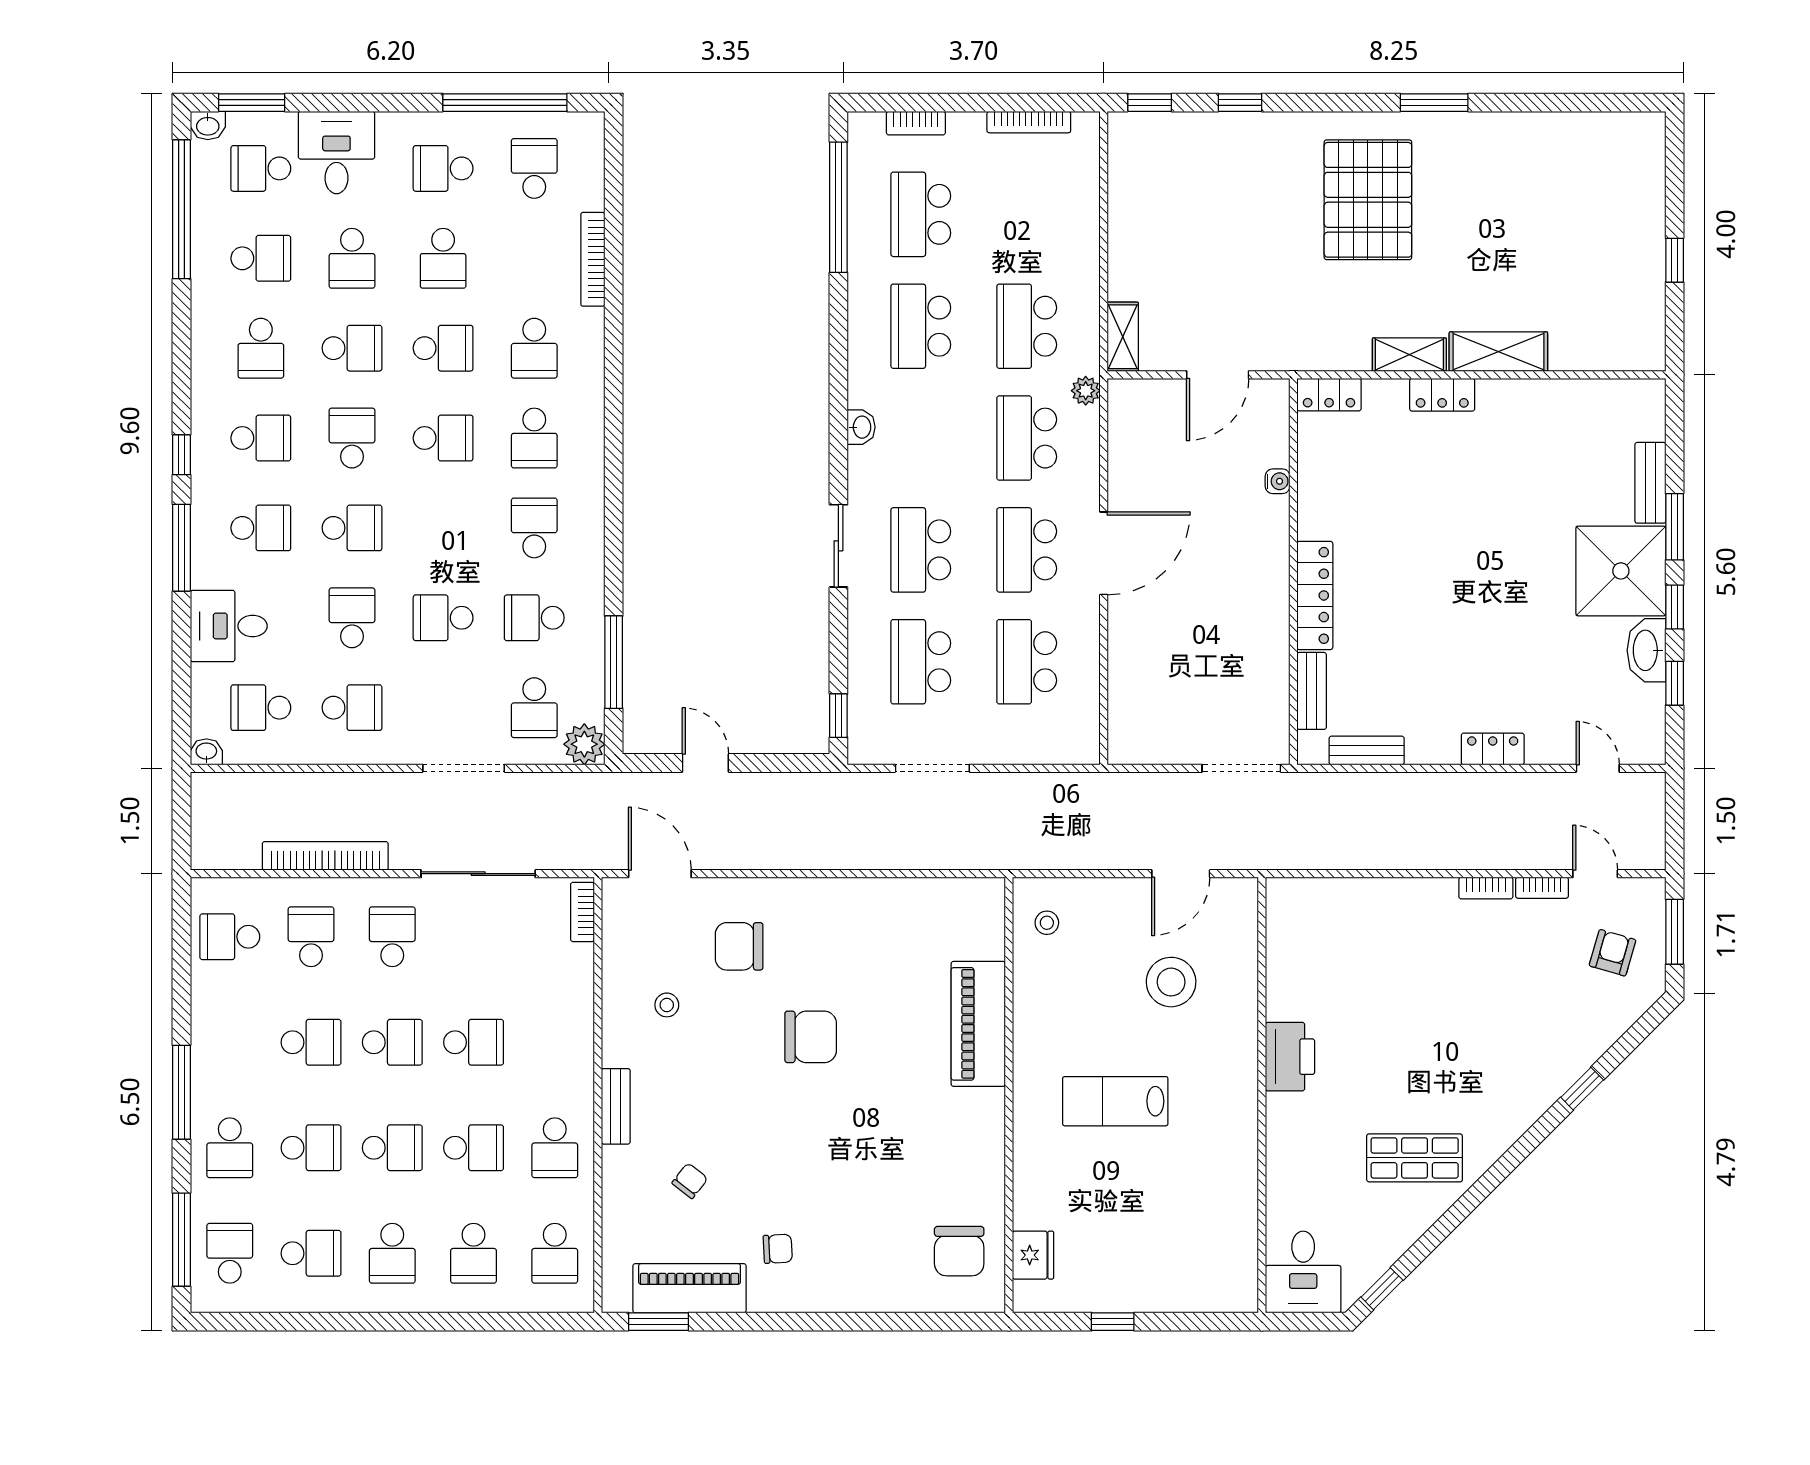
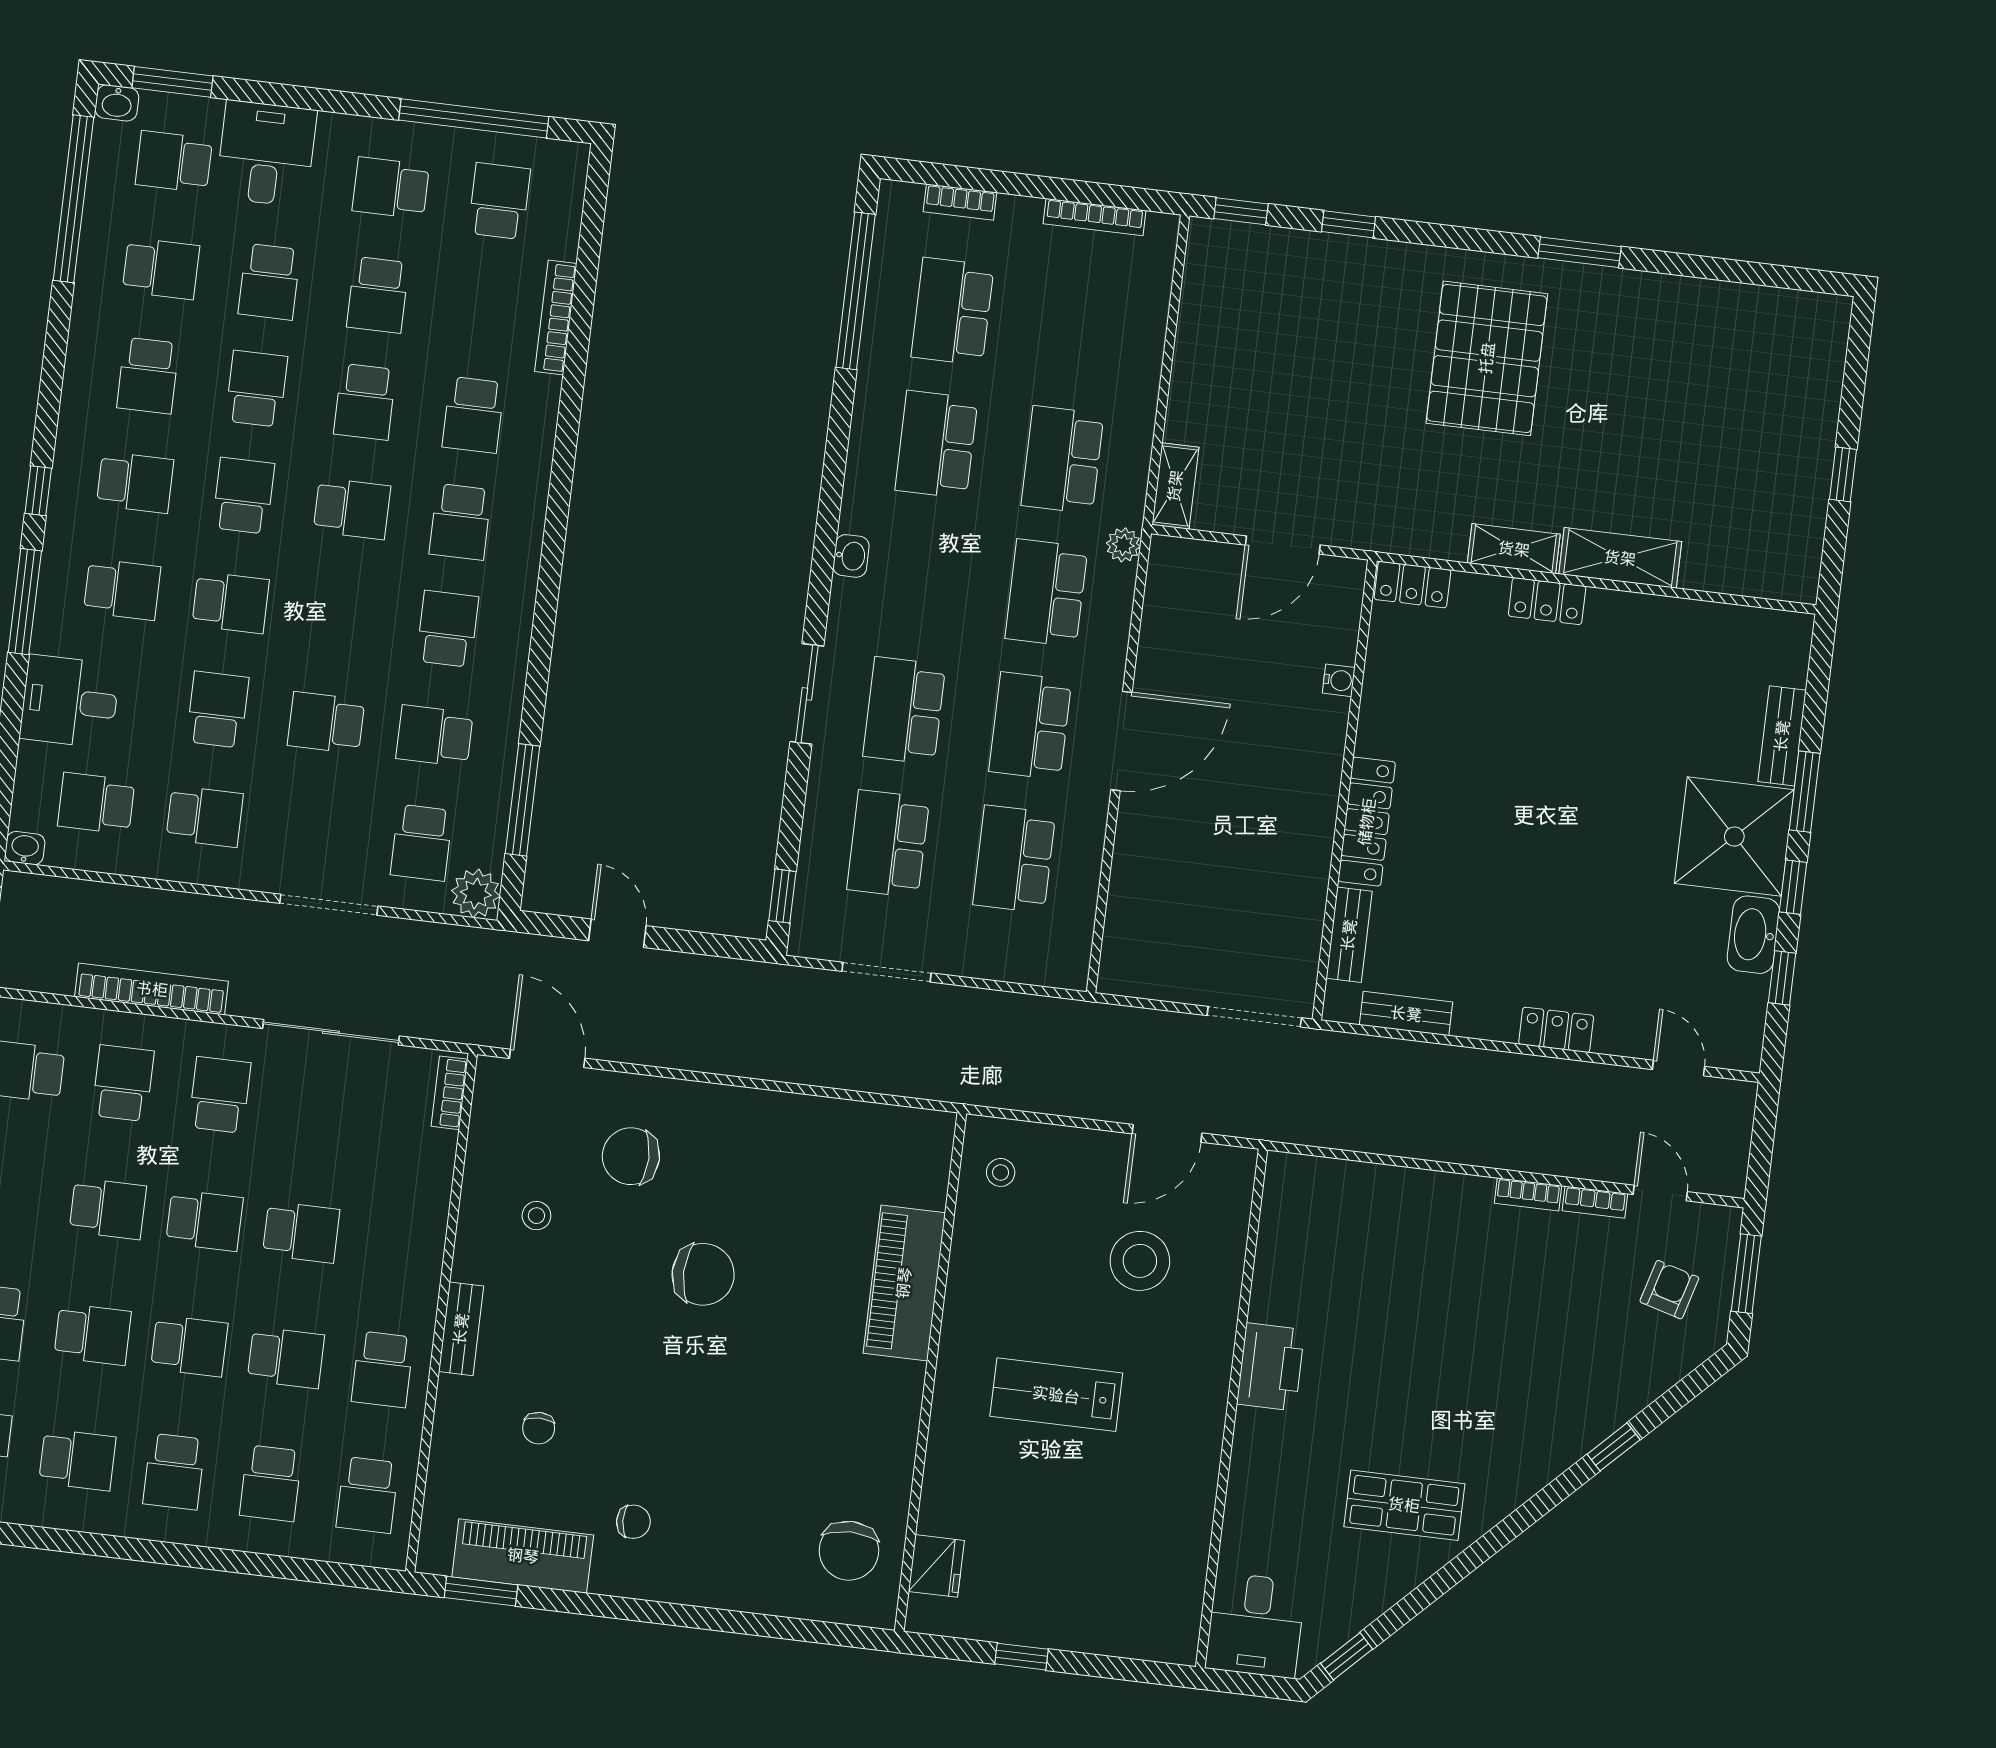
school desk: (352, 348) -> (256, 389), turned -90
school desk: (443, 348) -> (365, 402), turned 90
chair: (690, 1181) -> (539, 1428), turned 142

